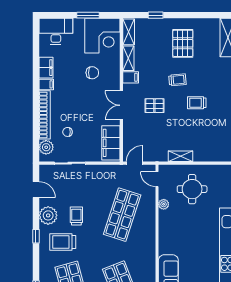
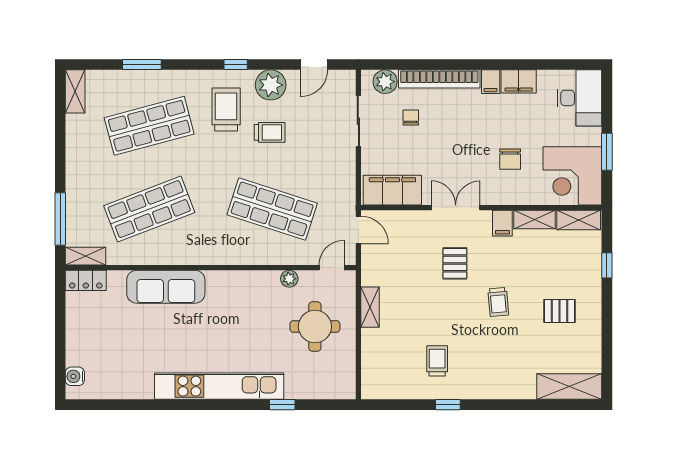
pallet: (183, 43) -> (560, 311), width x0.67, depth x0.71
trolley: (197, 103) -> (437, 361), moved

